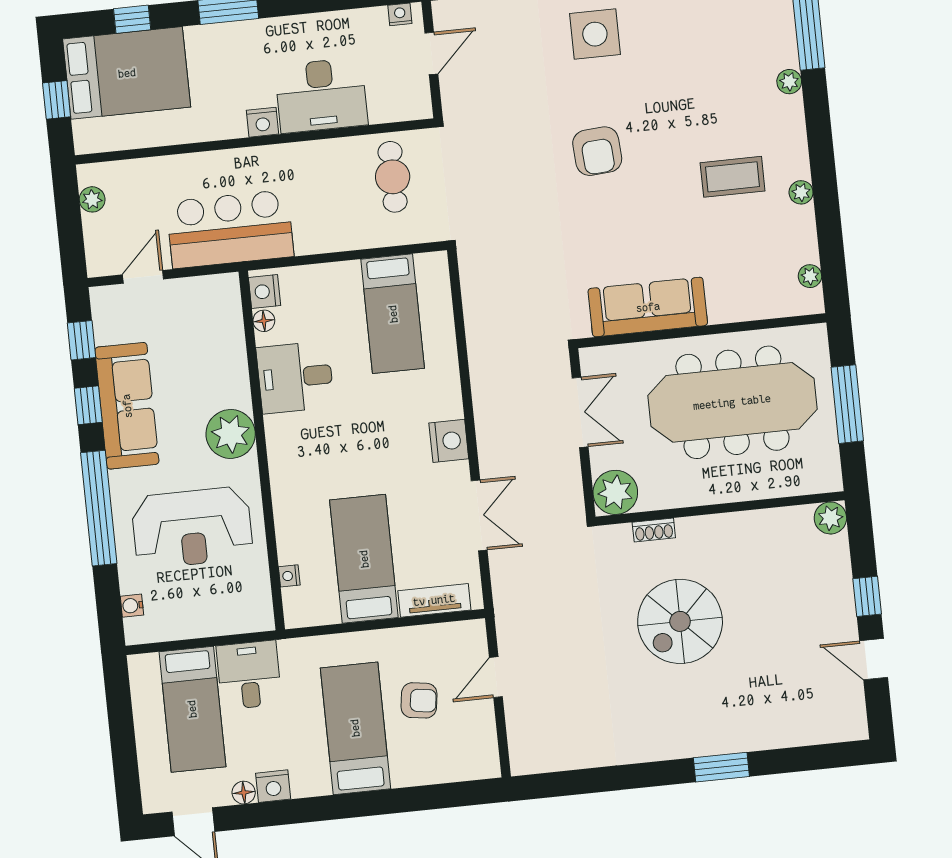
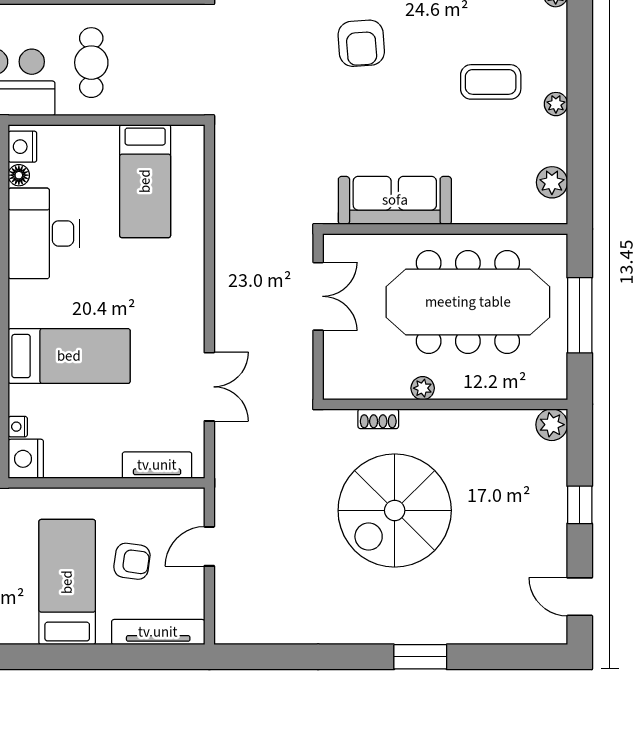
cafe table: (393, 177) -> (91, 63), moved
plant: (810, 276) -> (552, 182), width x1.38, depth x1.38
desk: (295, 377) -> (44, 233), width x1.37
nightstand: (449, 441) -> (26, 459), moved, turned 180
plant: (615, 492) -> (423, 388), moved, width x0.53, depth x0.53
bed: (364, 559) -> (69, 356), moved, turned 90
spiral stairs: (680, 621) -> (395, 510), width x1.37, depth x1.37
door: (874, 659) -> (580, 597), moved
tv unit: (453, 770) -> (158, 632), added

